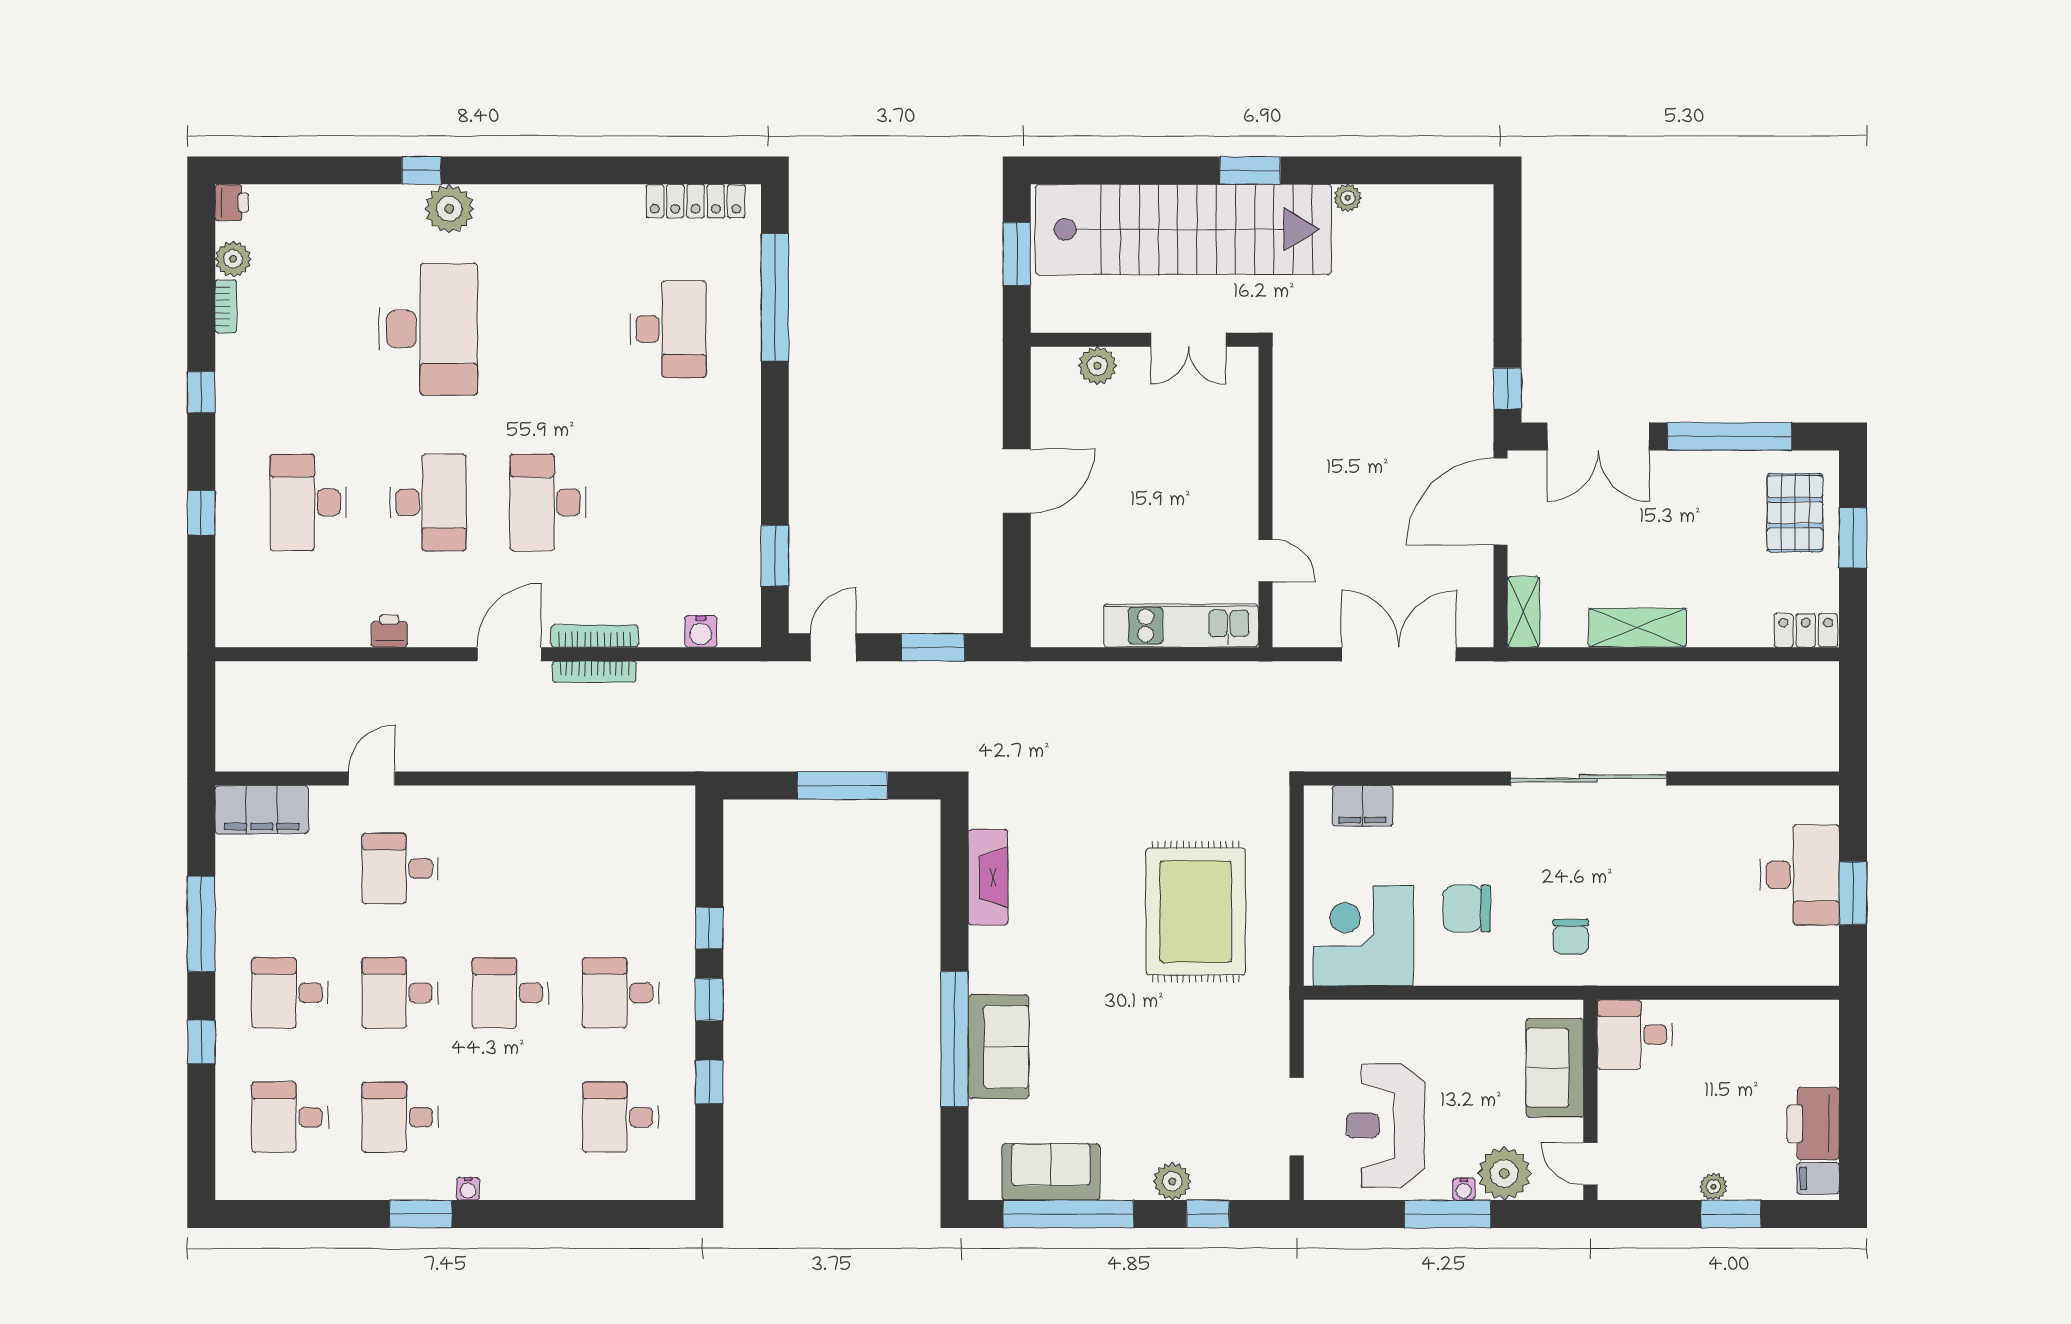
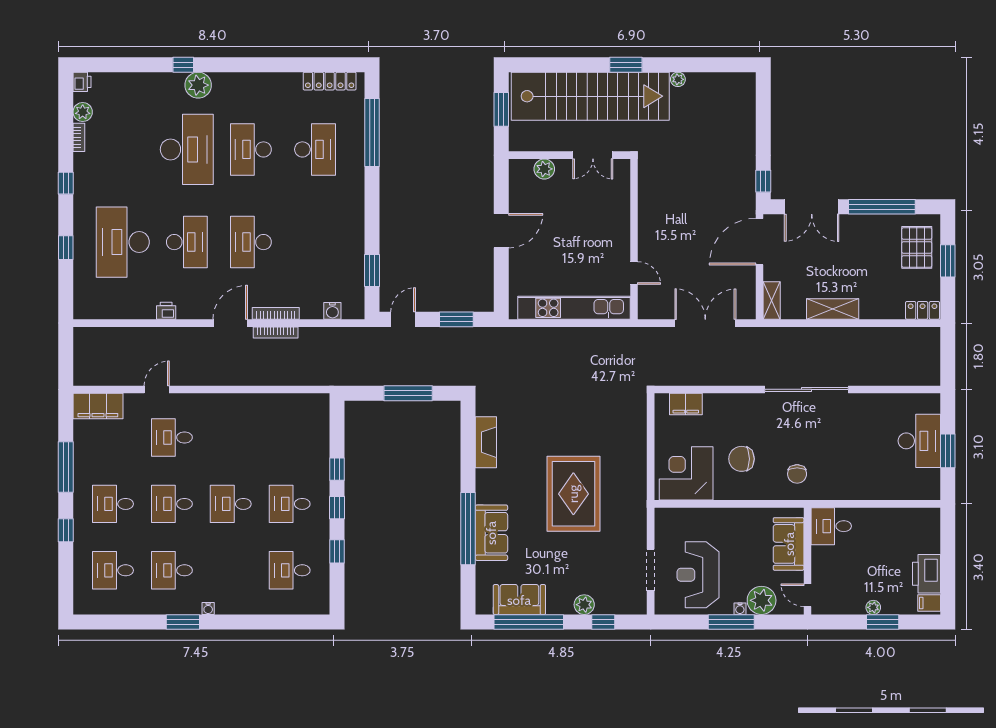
desk: (548, 329) -> (251, 149), added
desk: (308, 502) -> (123, 242), width x1.36, depth x1.30
kitchen unit: (1181, 626) -> (574, 308), width x1.36
rug: (1196, 912) -> (573, 494), moved

